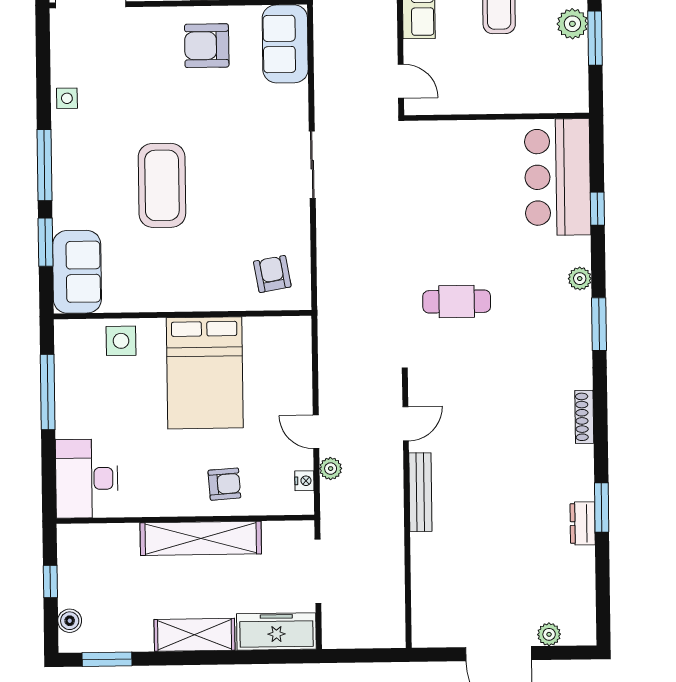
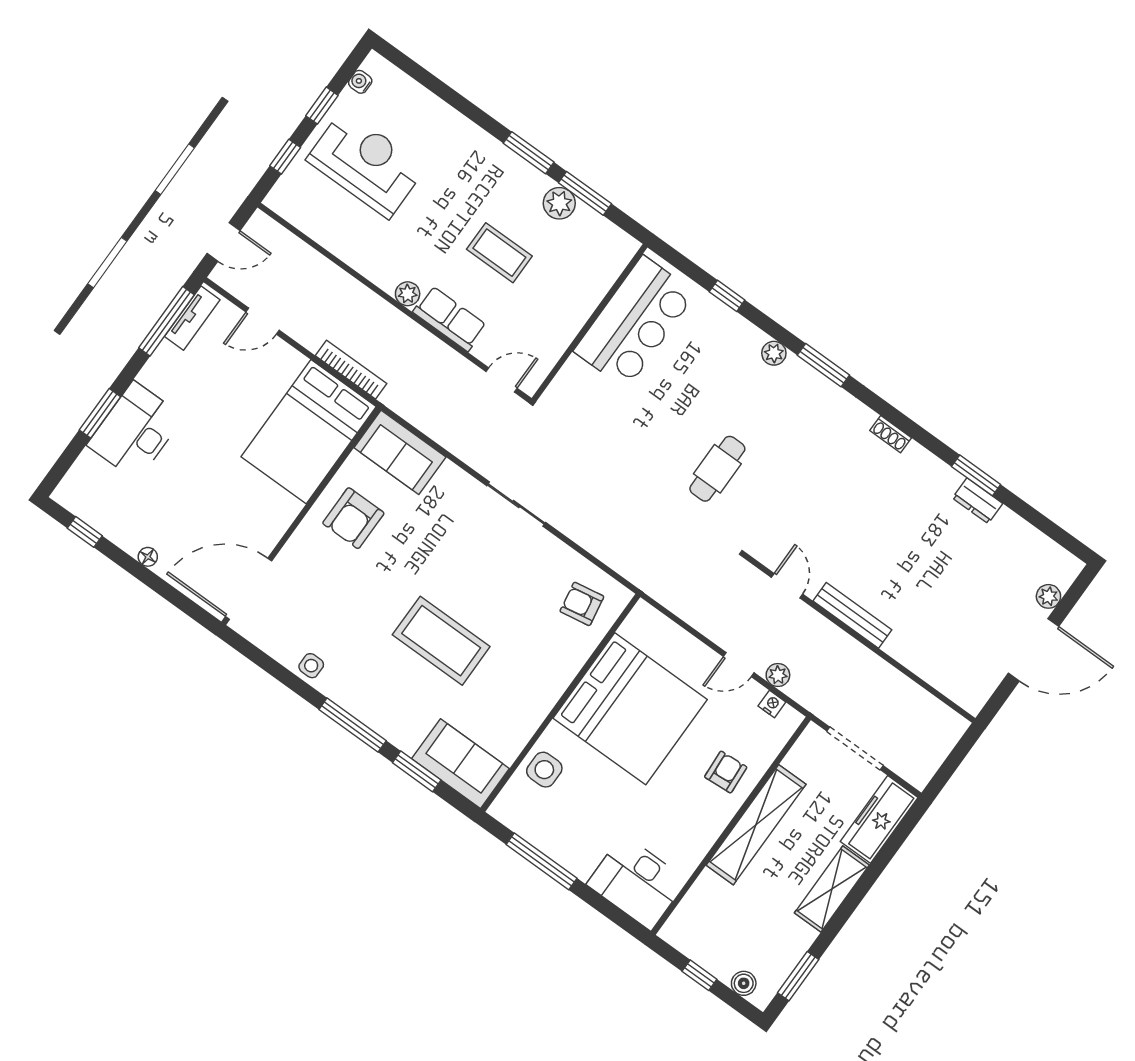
bar counter: (558, 177) -> (635, 322), moved, turned -90
bed: (205, 373) -> (630, 709), width x1.36
shoe rack: (584, 417) -> (891, 434), width x0.70

